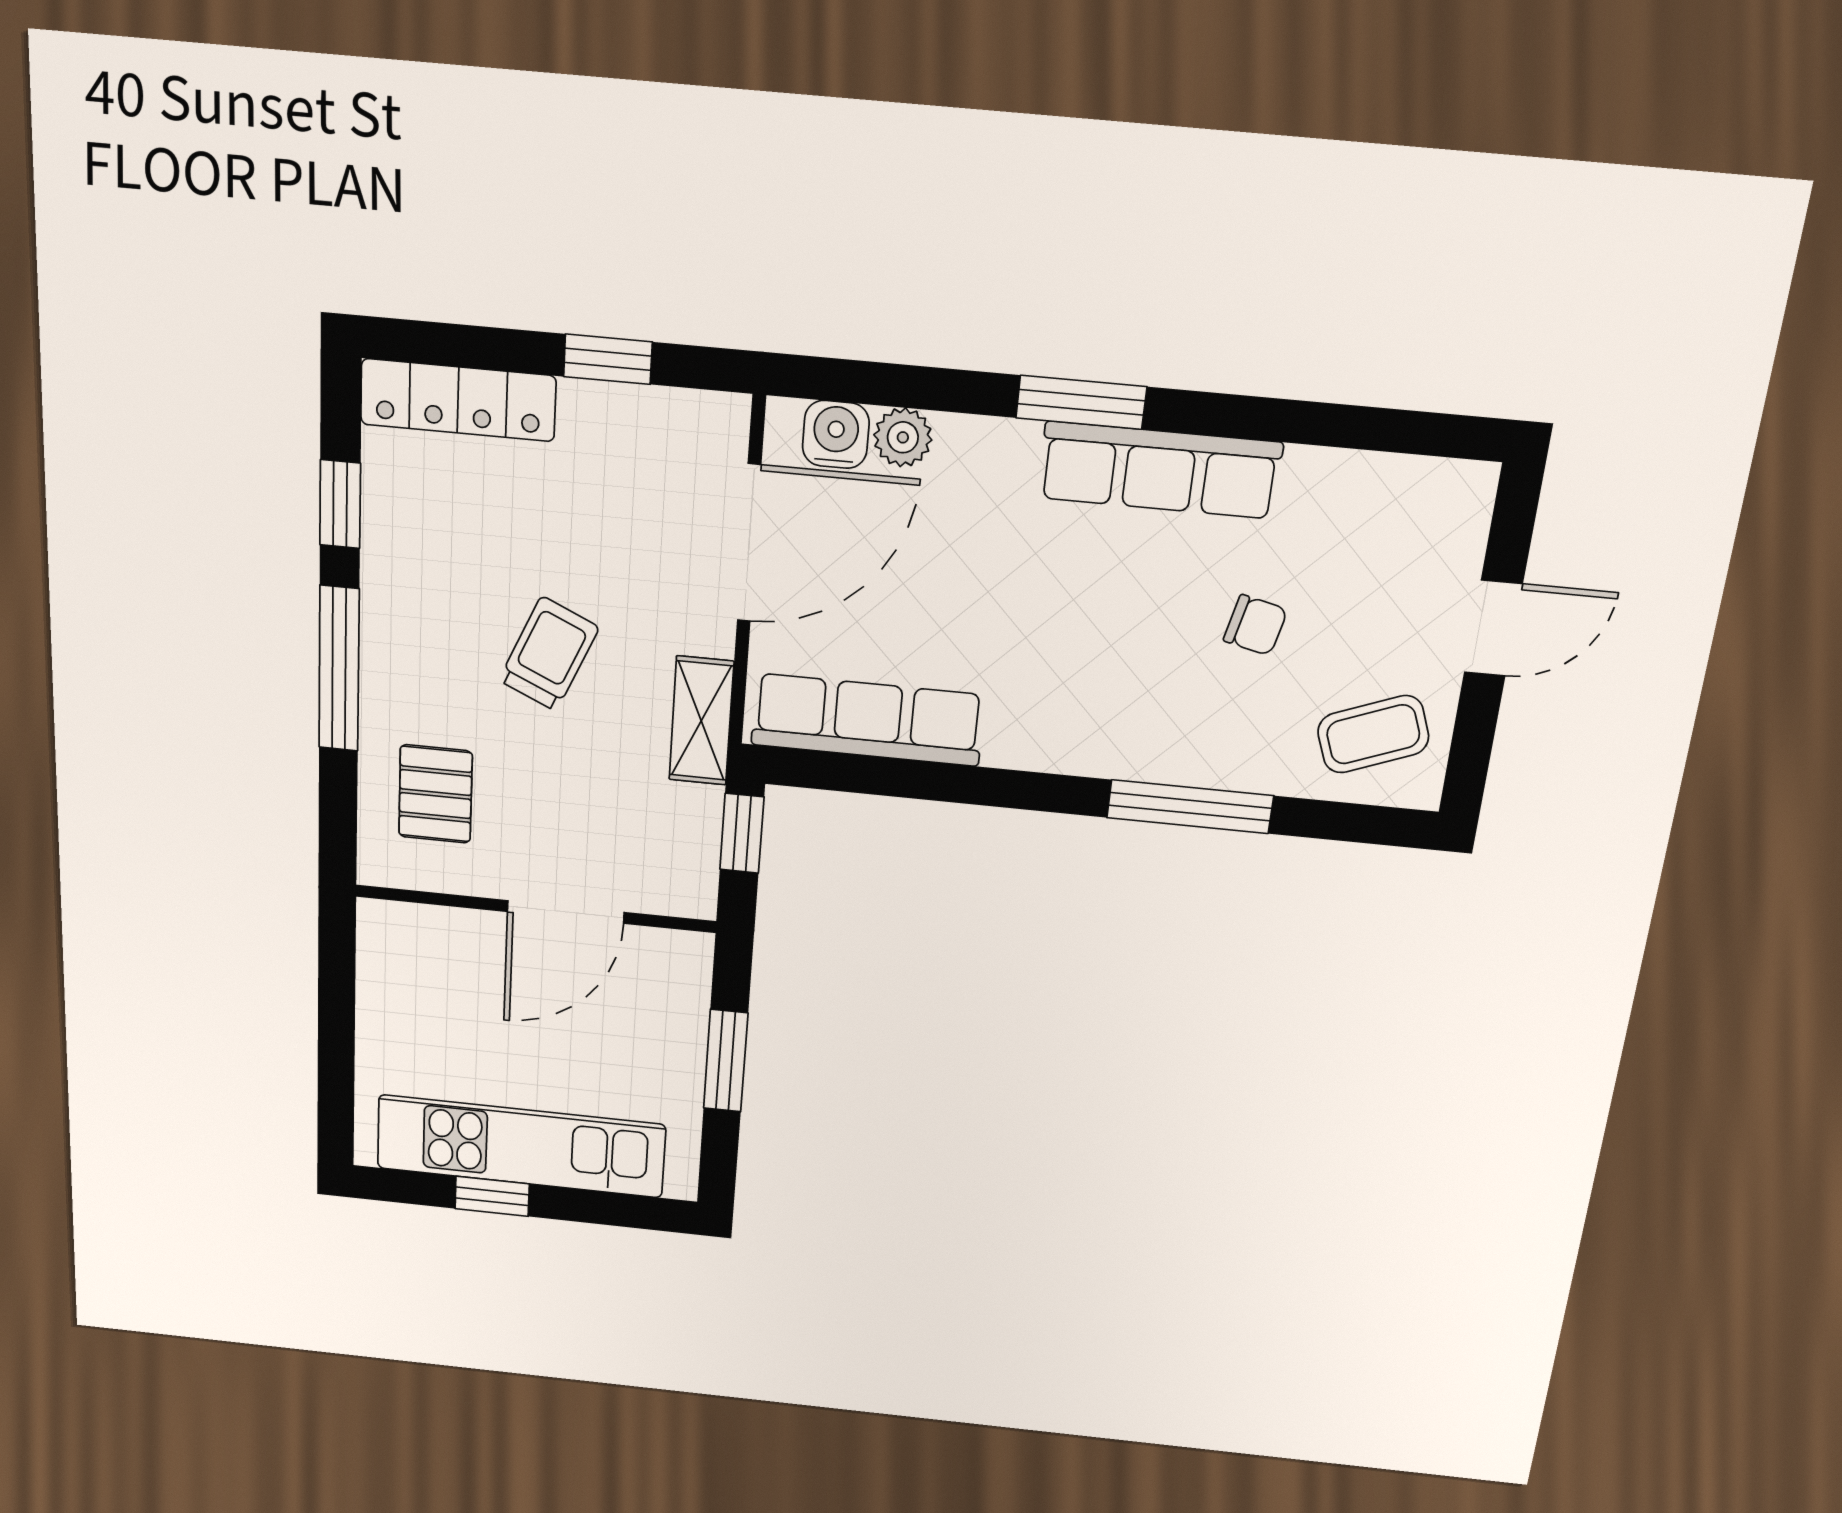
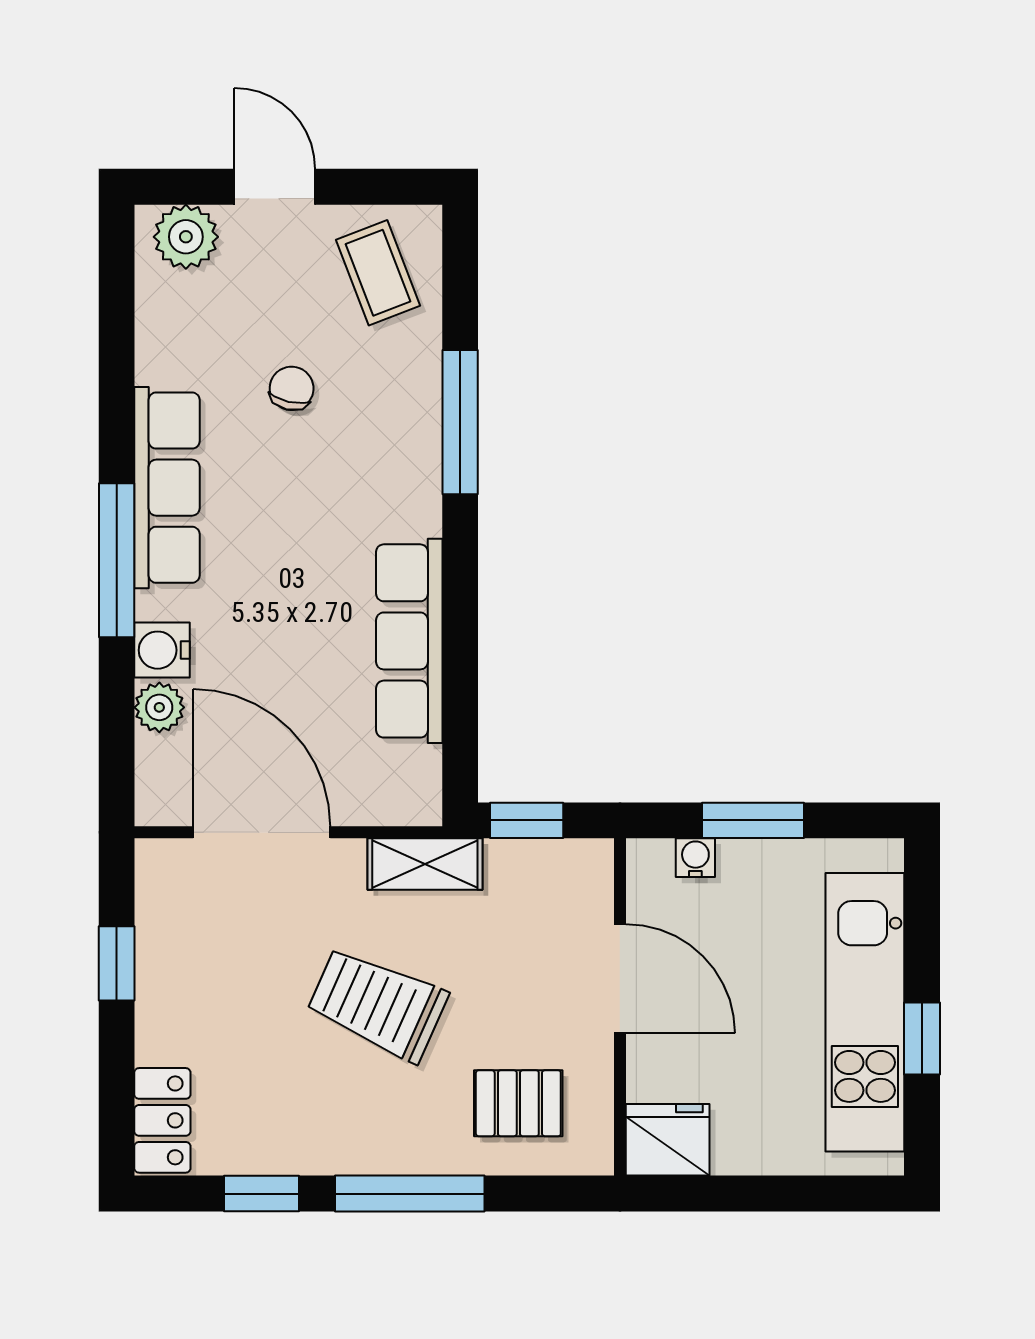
locker: (458, 400) -> (162, 1120), width x0.66
window: (1081, 402) -> (117, 560), width x1.44
water cooler: (836, 434) -> (162, 650), moved
plant: (1453, 520) -> (186, 237), added
trolley: (549, 654) -> (377, 1004), width x1.36, depth x1.39
row of seats: (868, 720) -> (409, 641), moved
fridge: (394, 942) -> (668, 1140), added
water cooler: (690, 1000) -> (695, 858), added

